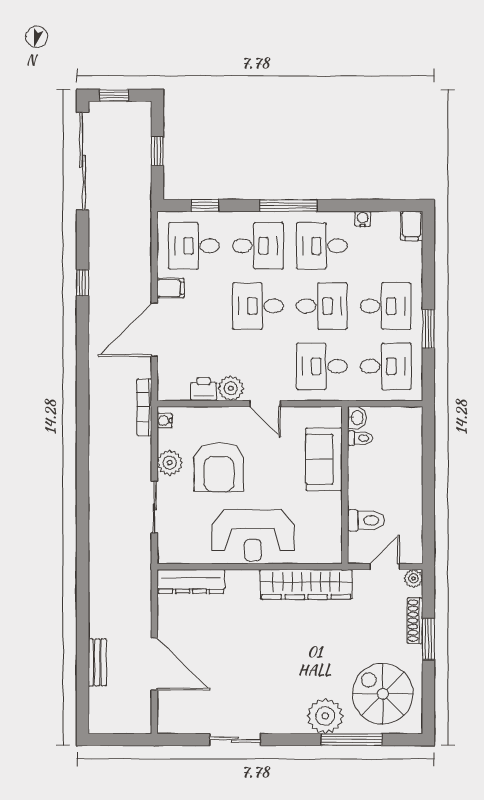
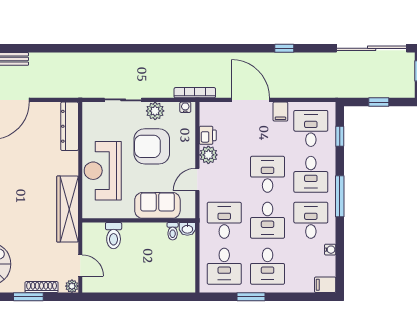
washbasin: (357, 418) -> (187, 229), moved
toilet: (360, 438) -> (173, 231), moved
sofa: (324, 459) -> (157, 205), moved
wall: (345, 485) -> (139, 220), moved
toilet: (366, 520) -> (114, 236), moved

